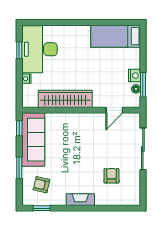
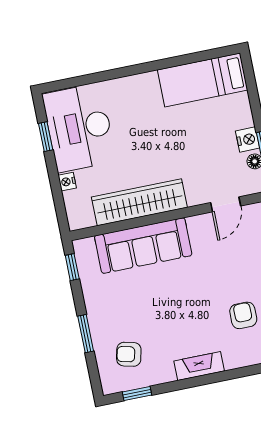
sofa: (33, 140) -> (143, 246), moved, turned 90

